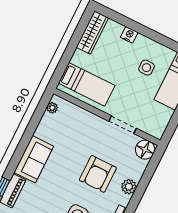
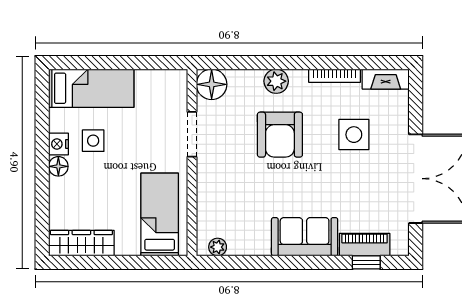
nightstand: (129, 35) -> (58, 144), moved
floor lamp: (142, 41) -> (58, 166), added
armchair: (98, 174) -> (280, 135), turned 90

